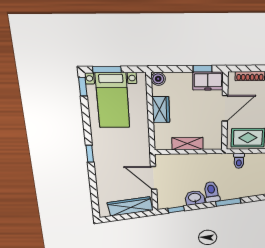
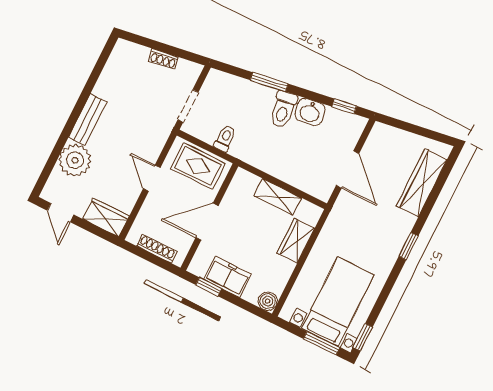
freezer: (208, 81) -> (228, 277), moved
wardrobe: (161, 110) -> (296, 241), moved
wardrobe: (130, 206) -> (422, 183), moved, turned 99

